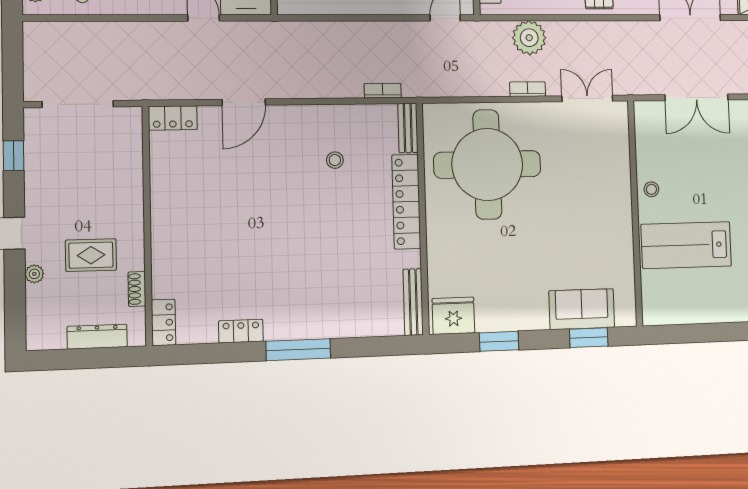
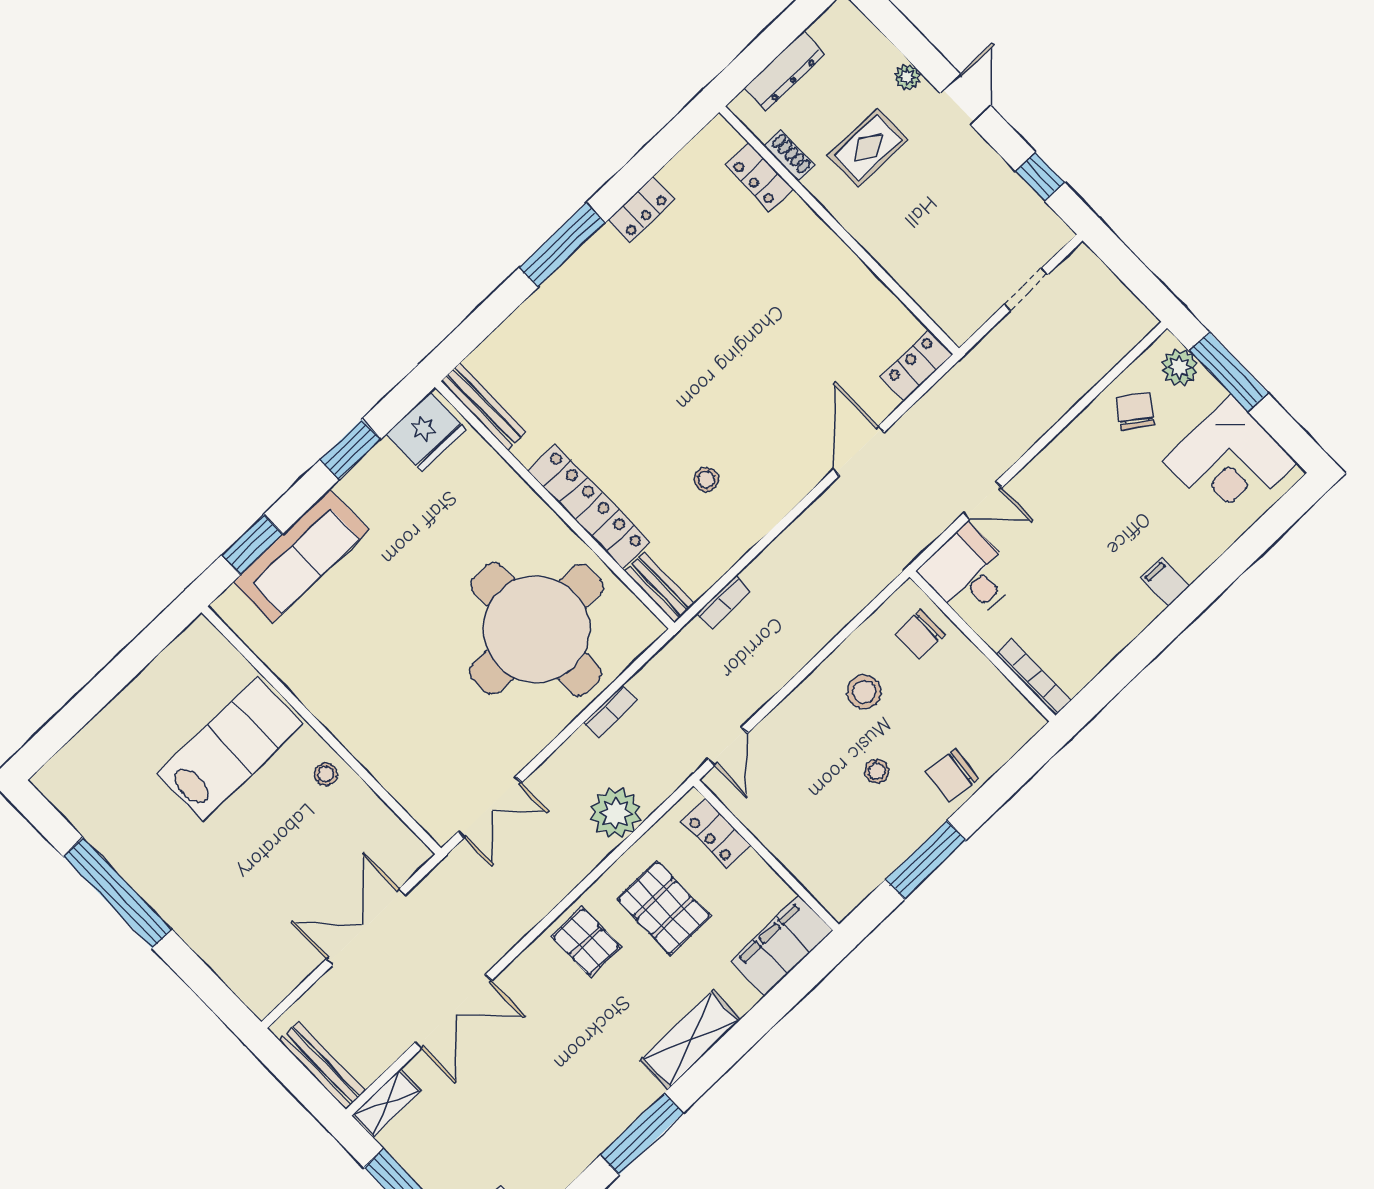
bookcase: (528, 89) -> (610, 711), moved
doorway: (78, 104) -> (1026, 289), width x0.53
sofa: (582, 309) -> (301, 556), width x1.36
locker: (164, 322) -> (760, 177), moved

